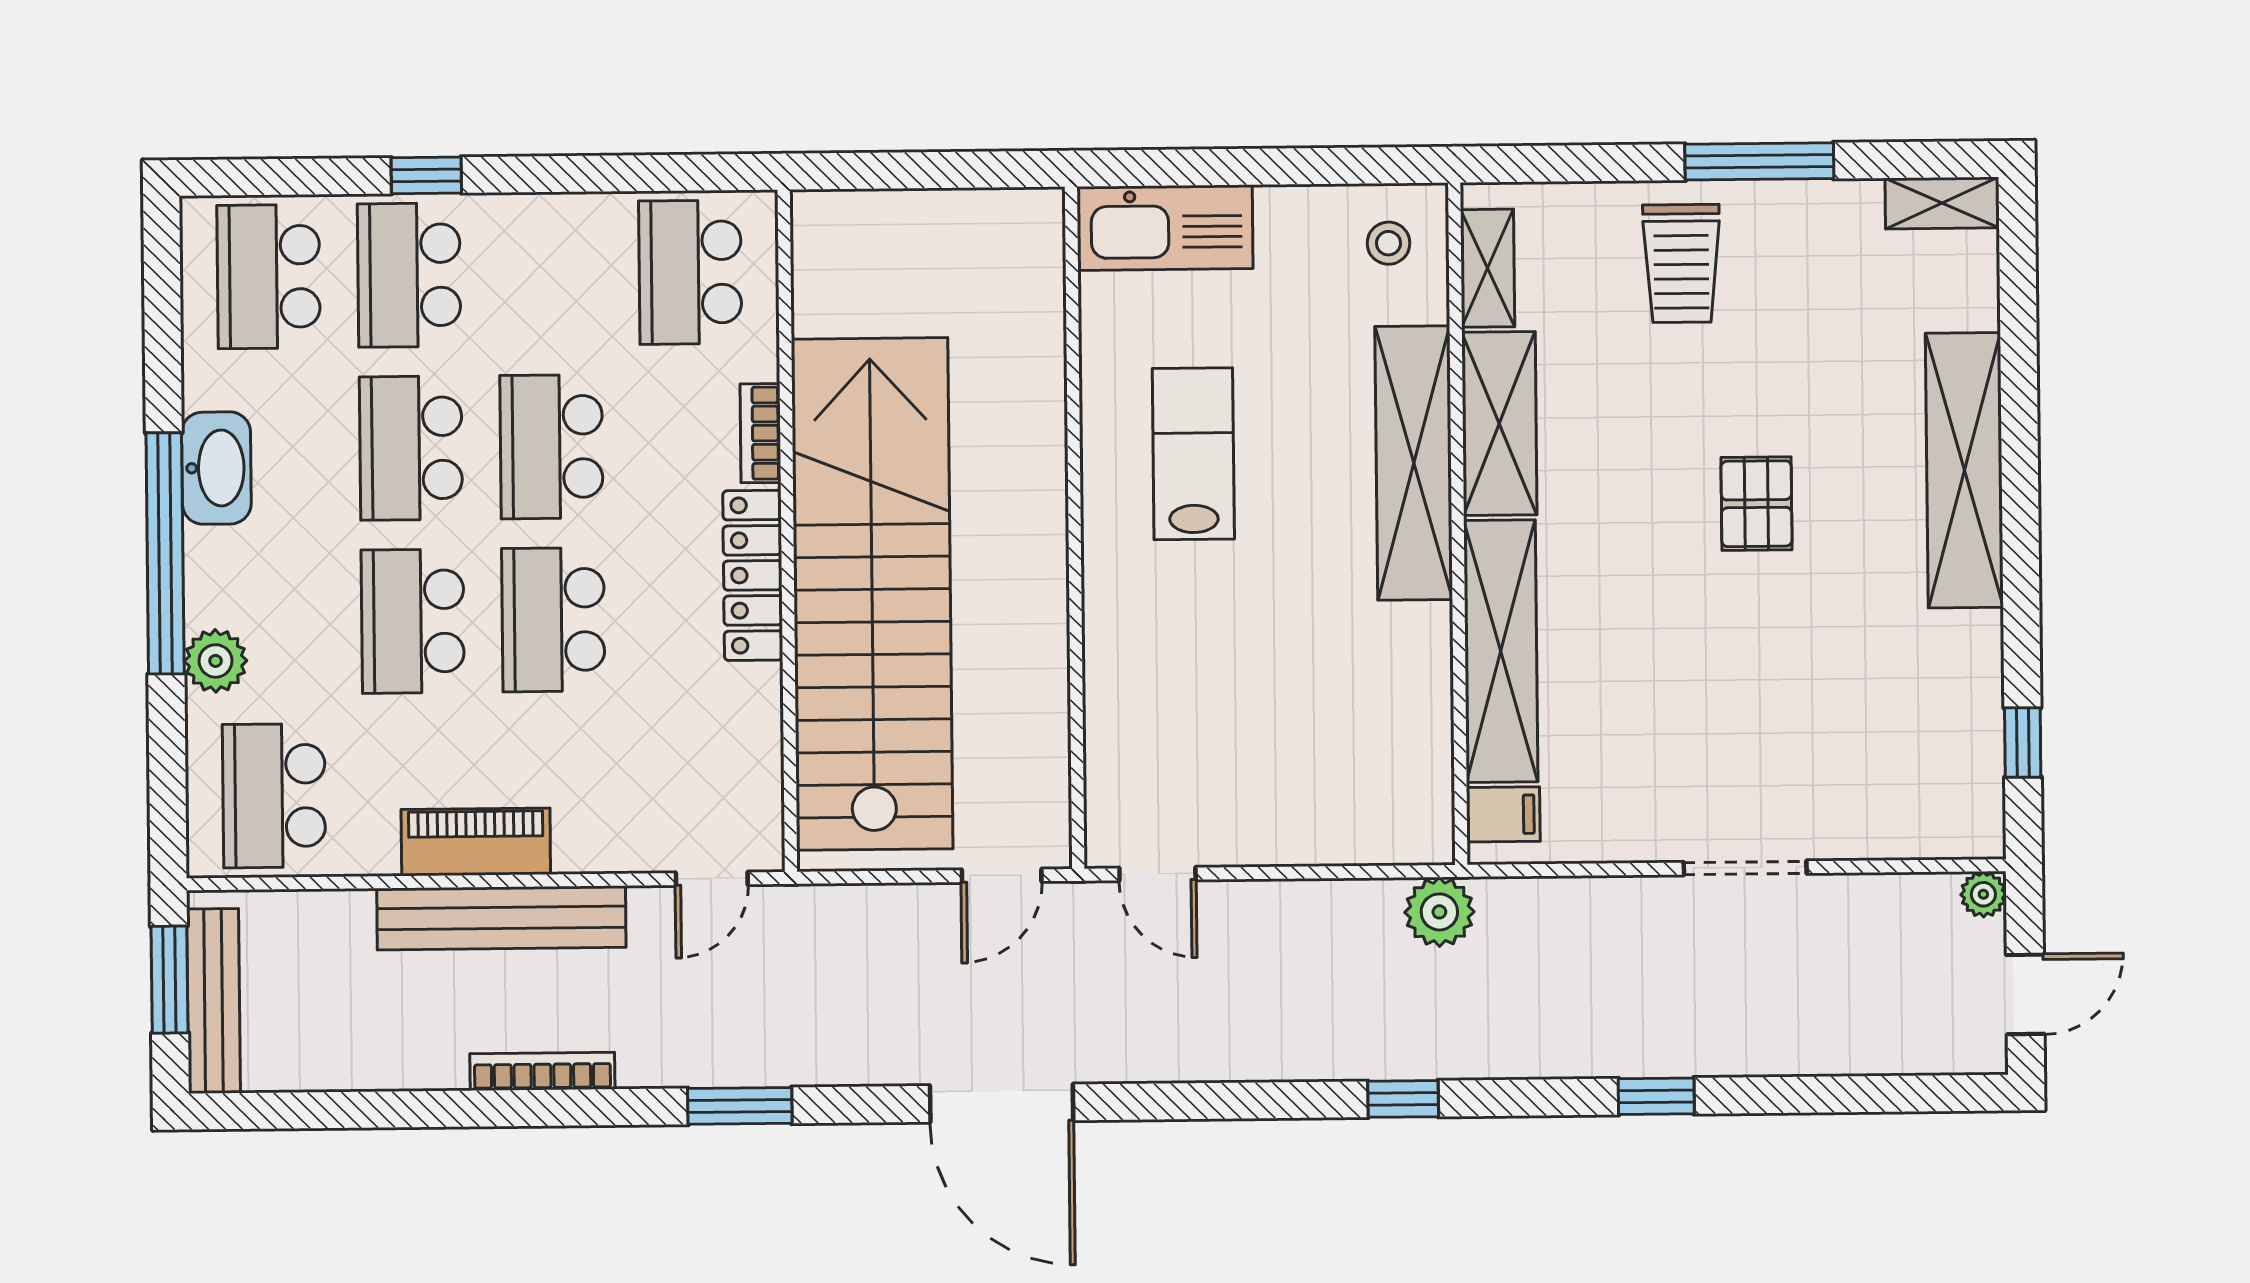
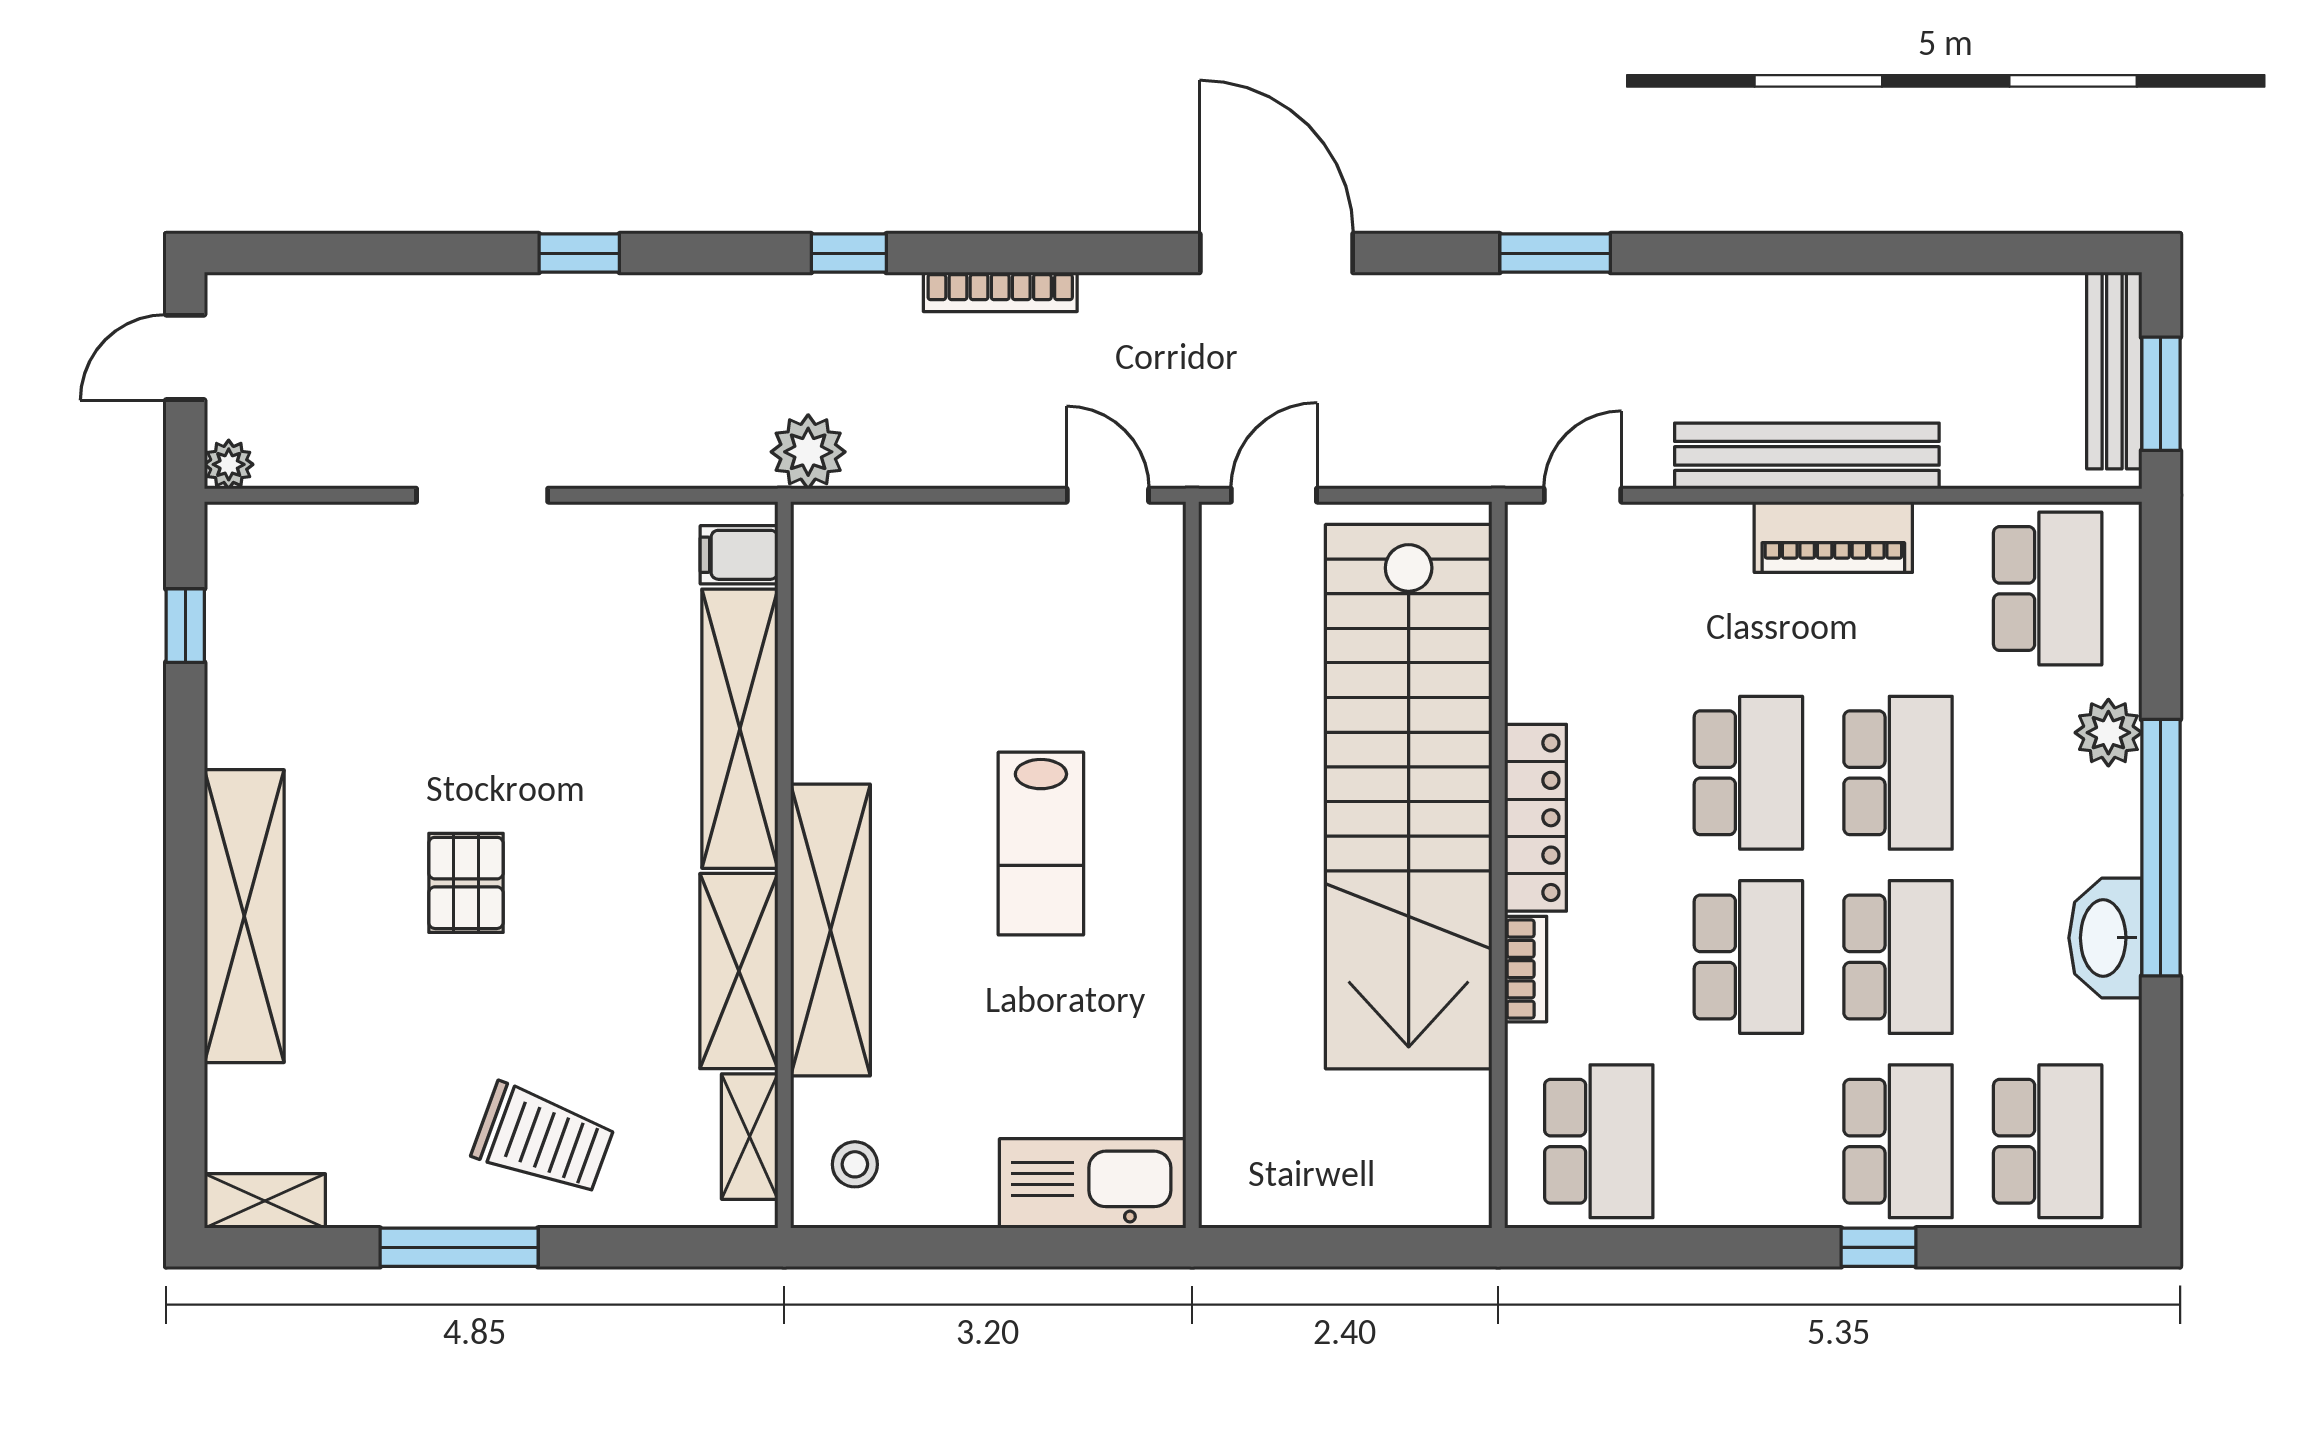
trolley: (1681, 263) -> (543, 1139), turned 110
lab bench: (1193, 454) -> (1041, 844), moved
bookcase: (542, 1071) -> (1000, 292), moved

